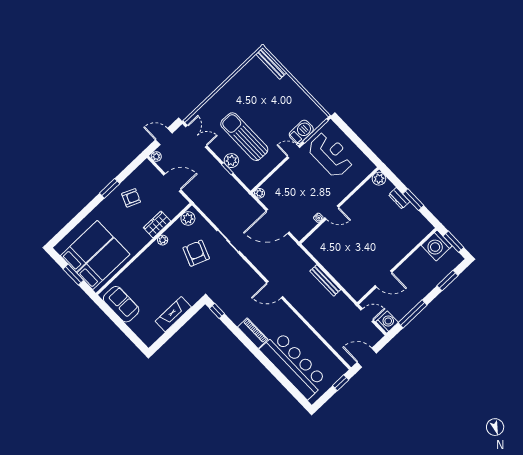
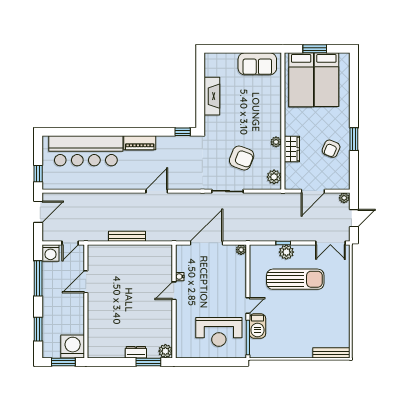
window: (413, 200) -> (148, 362), moved

